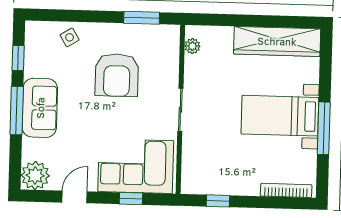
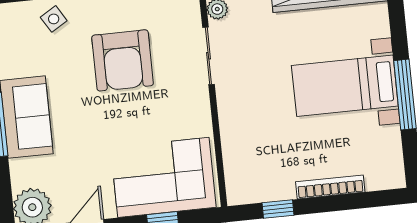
sliding door: (180, 110) -> (208, 56), moved
bookcase: (286, 190) -> (330, 187), moved

